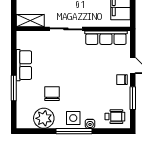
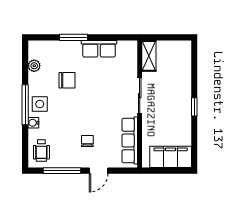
chair: (122, 80) -> (87, 141), moved
window: (133, 98) -> (62, 171), width x1.44
plant: (44, 118) -> (34, 66), width x0.53, depth x0.53

